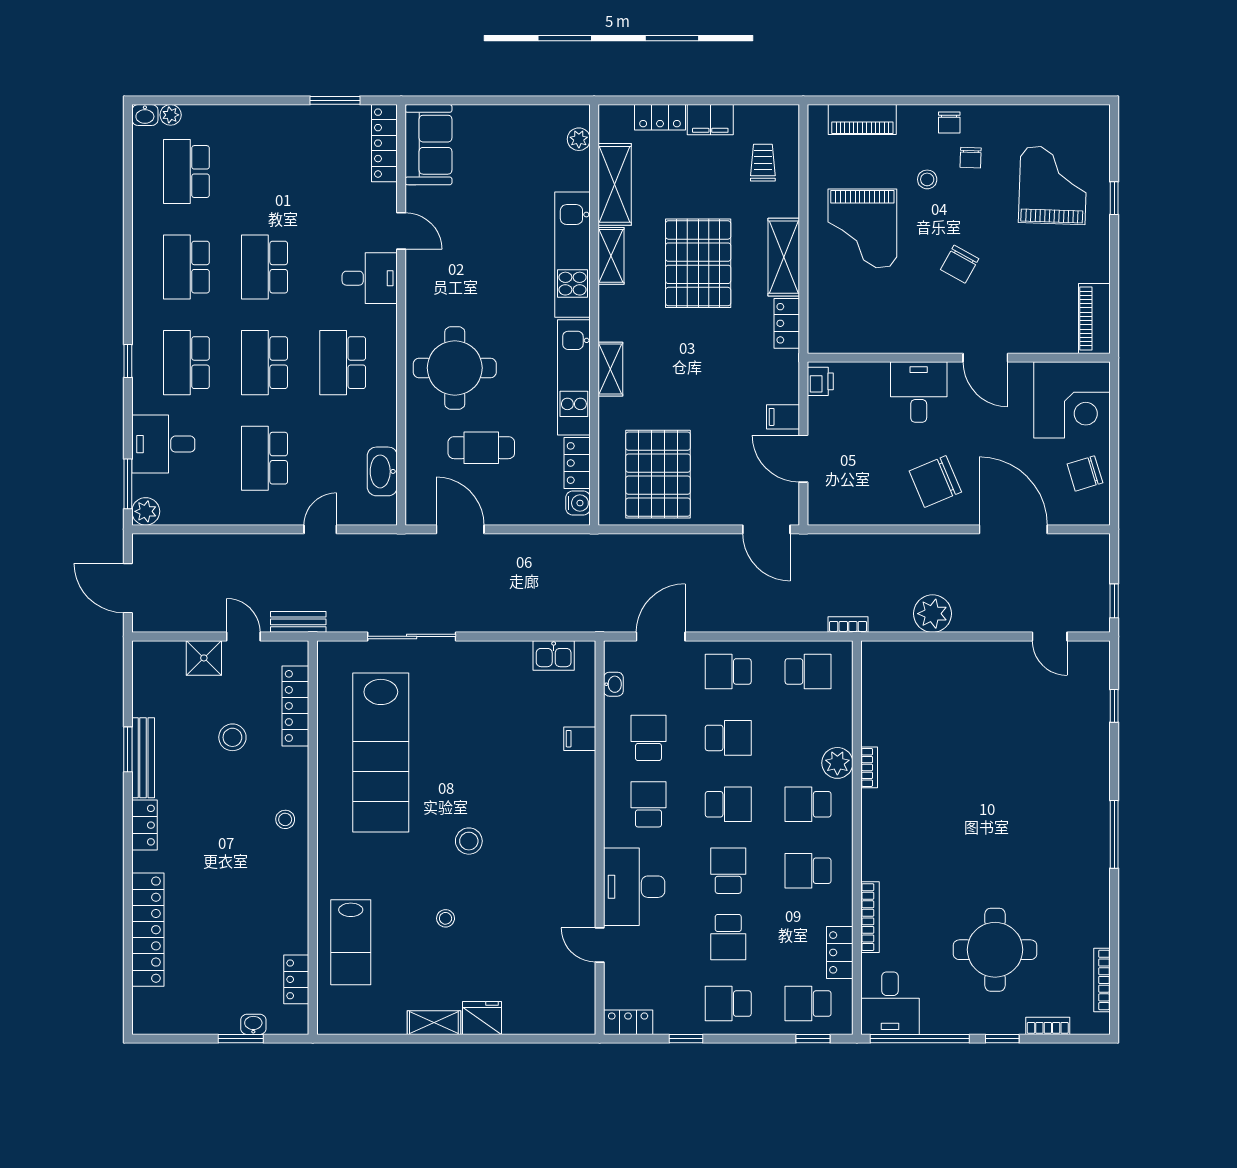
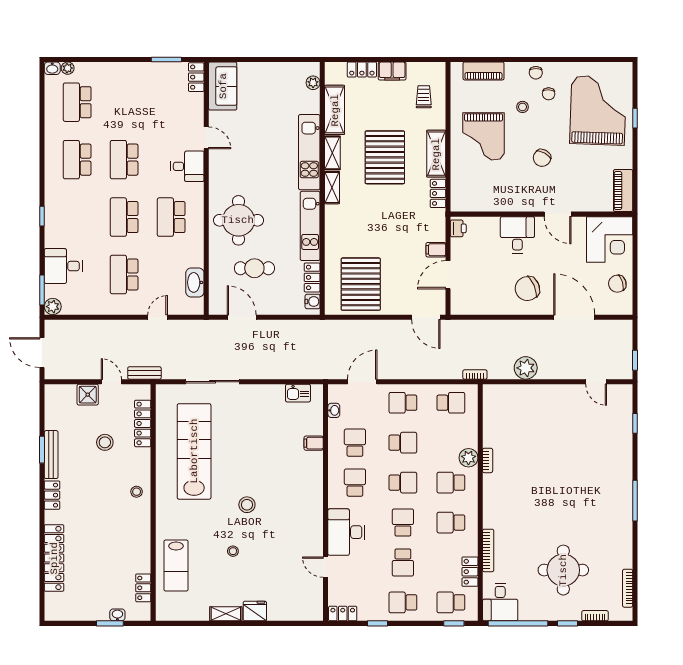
locker: (384, 143) -> (196, 77), width x0.66
grand piano: (1053, 185) -> (598, 110), width x1.37, depth x1.48
school desk: (186, 363) -> (77, 217), removed
shelving: (610, 369) -> (332, 188), moved
door: (803, 459) -> (448, 275), hinge flipped
lab bench: (381, 752) -> (194, 451), turned 180

